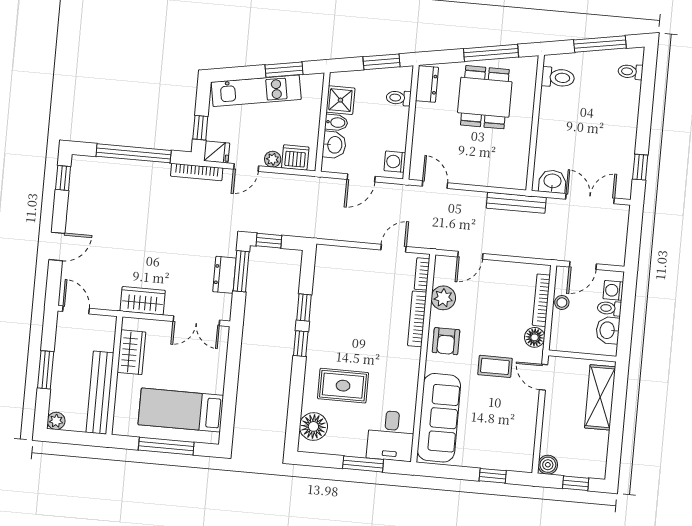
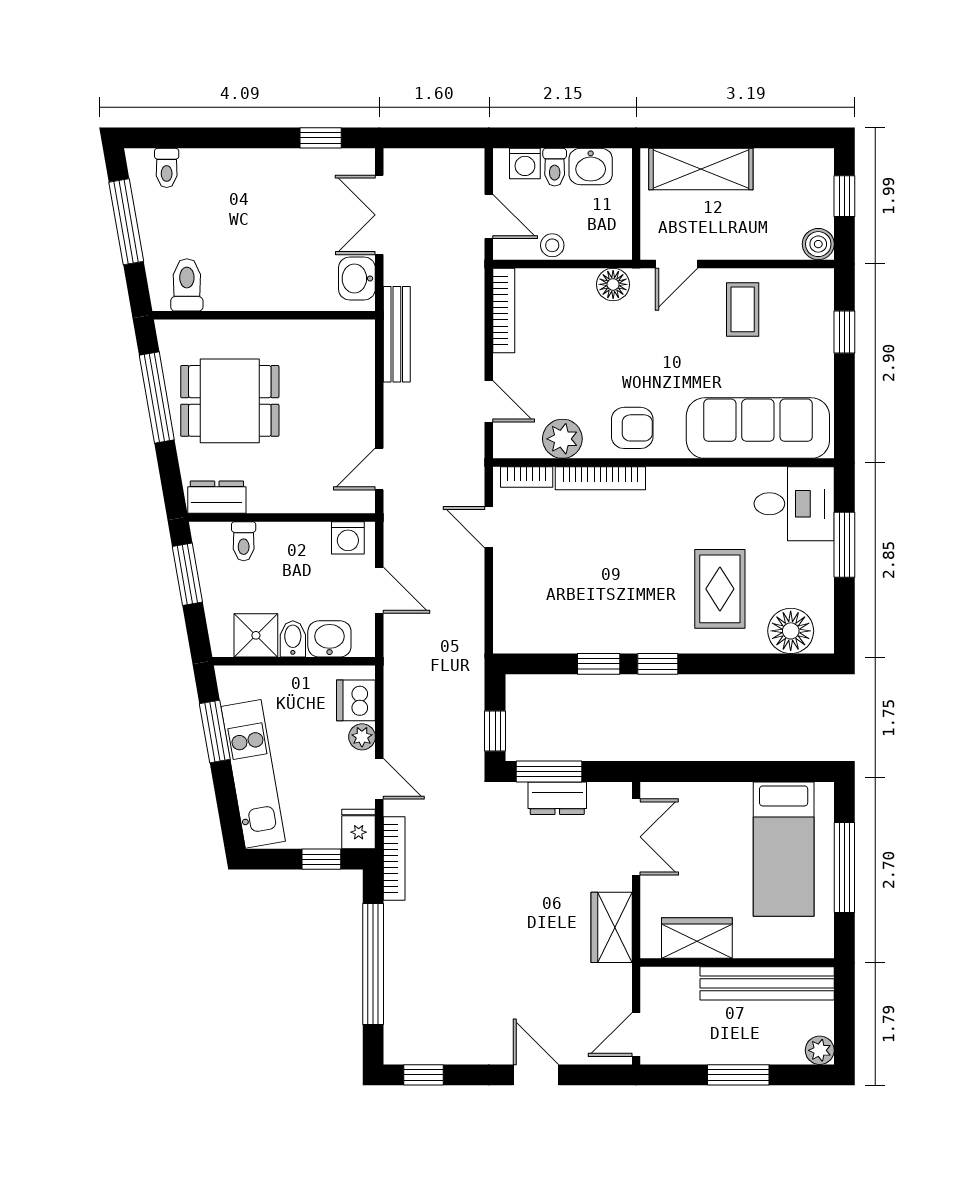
bookcase: (541, 300) -> (504, 310), moved, turned -90
coffee table: (495, 366) -> (743, 309), moved

